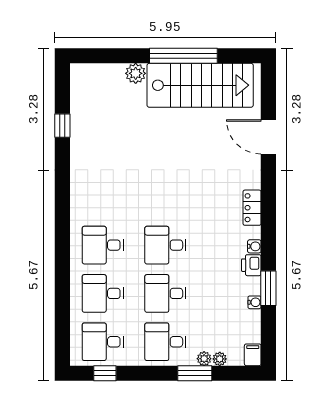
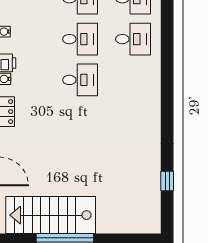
plant: (136, 73) -> (105, 225), removed
desk: (103, 245) -> (133, 80), removed

